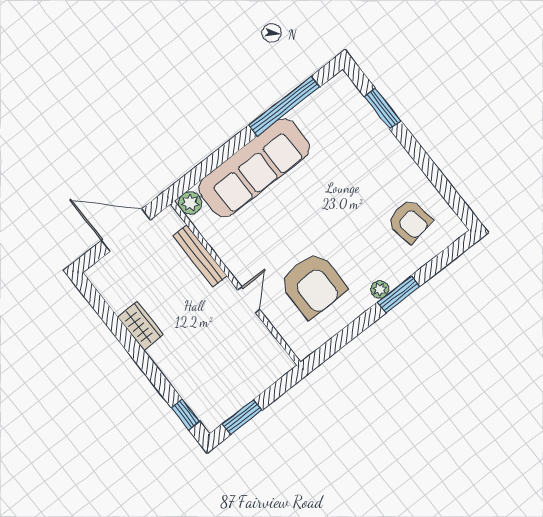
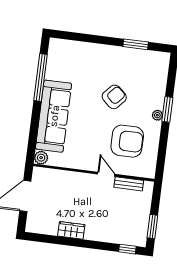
window: (382, 109) -> (136, 44), moved
armchair: (410, 221) -> (114, 97), moved, turned -38
bench: (200, 256) -> (129, 184), moved, width x0.73

